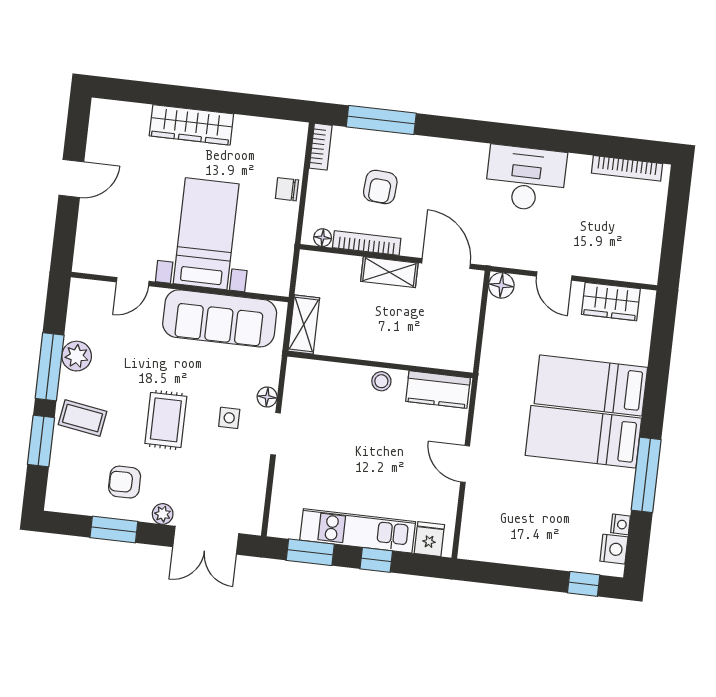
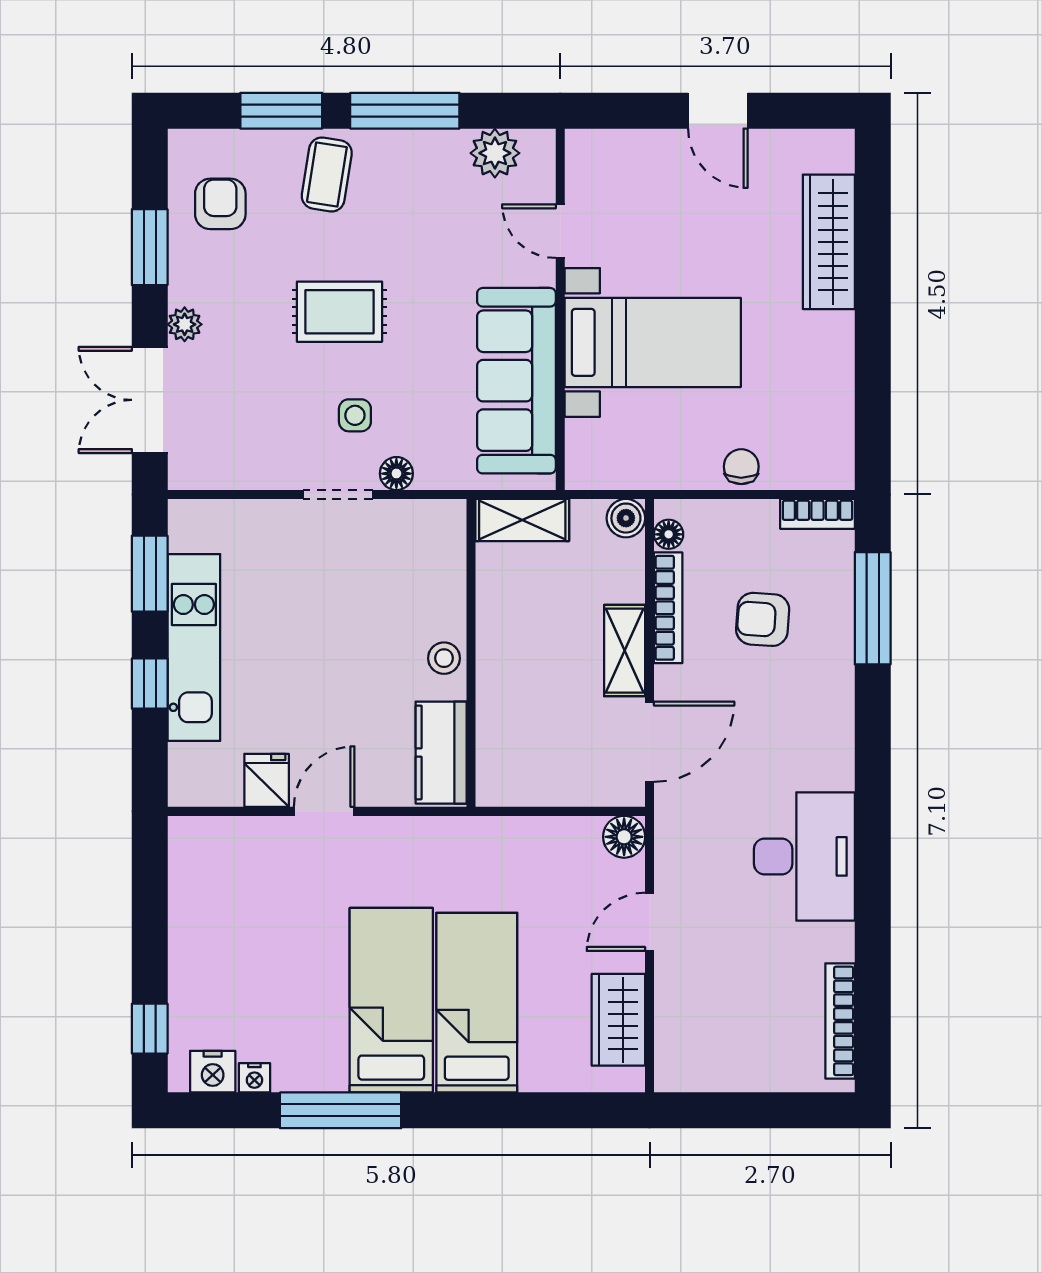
wardrobe: (191, 125) -> (829, 242), moved
boiler: (310, 262) -> (626, 518), added
plant: (77, 356) -> (495, 153), moved
armchair: (125, 482) -> (220, 204), moved
fridge: (429, 539) -> (267, 780), moved, turned -90

